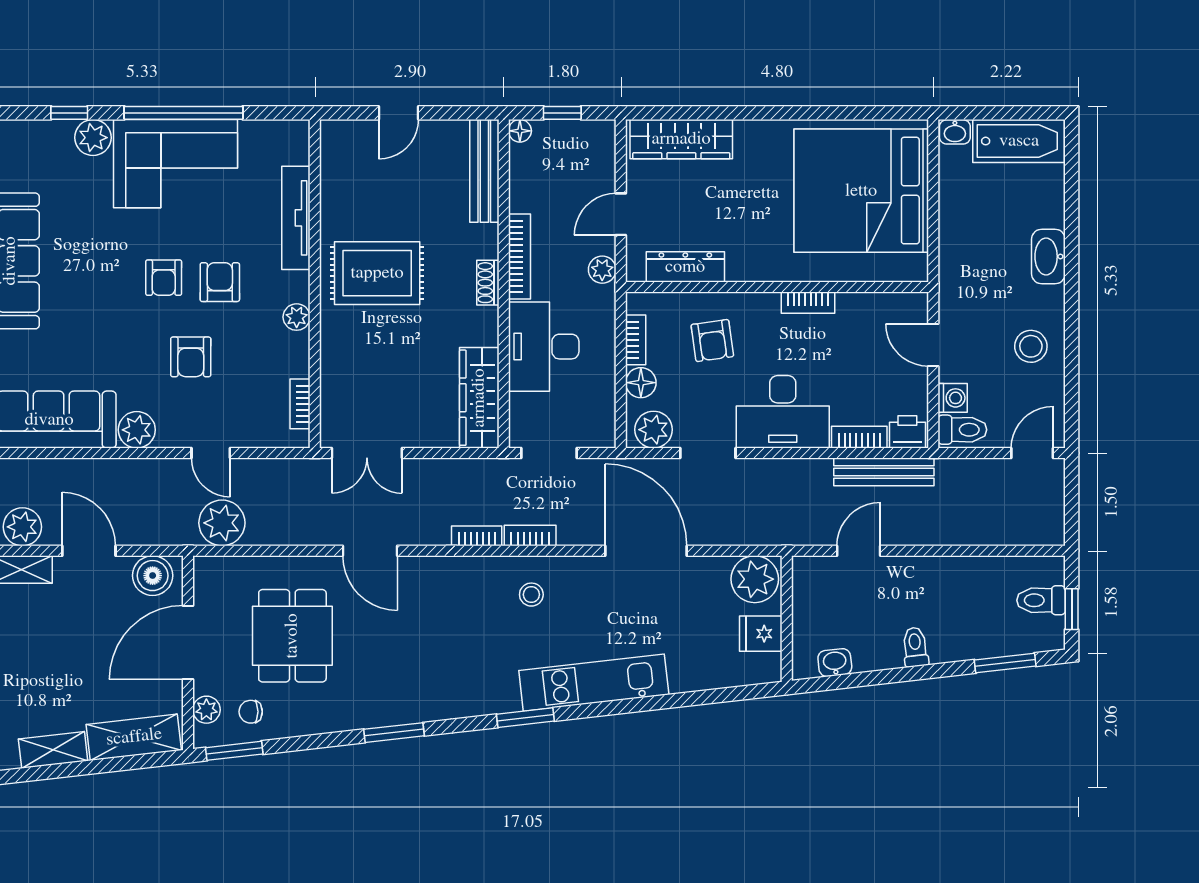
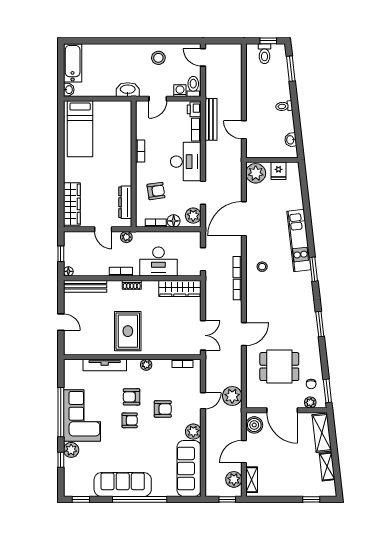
bed: (861, 191) -> (80, 129), width x0.49
washbasin: (1048, 256) -> (128, 90), moved, turned 180
bookcase: (519, 257) -> (121, 272), width x0.64

